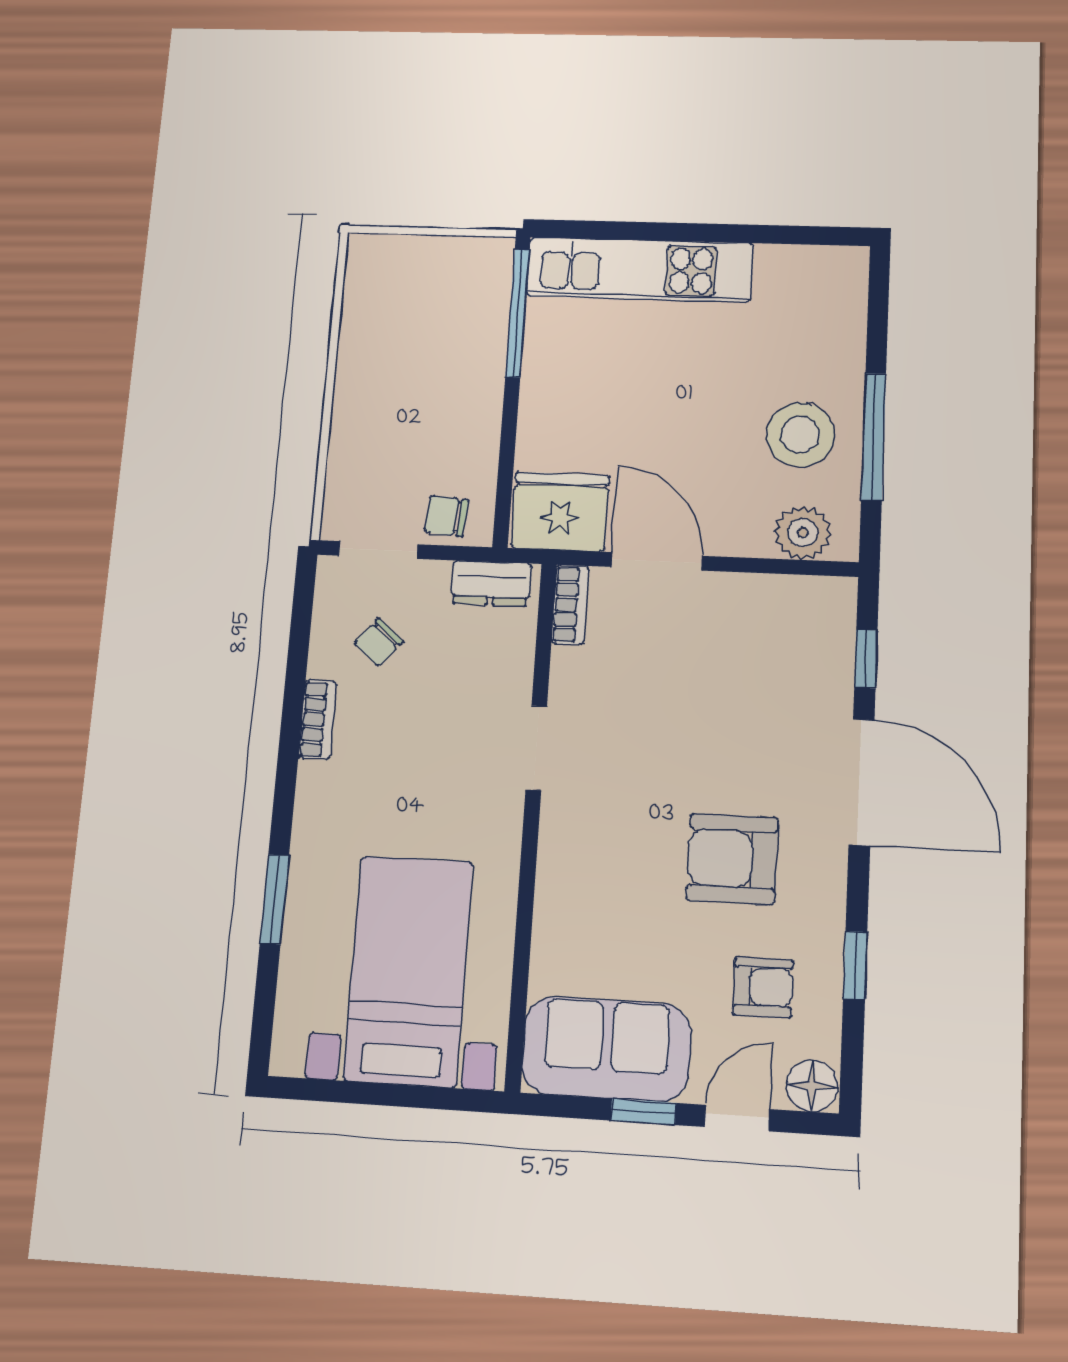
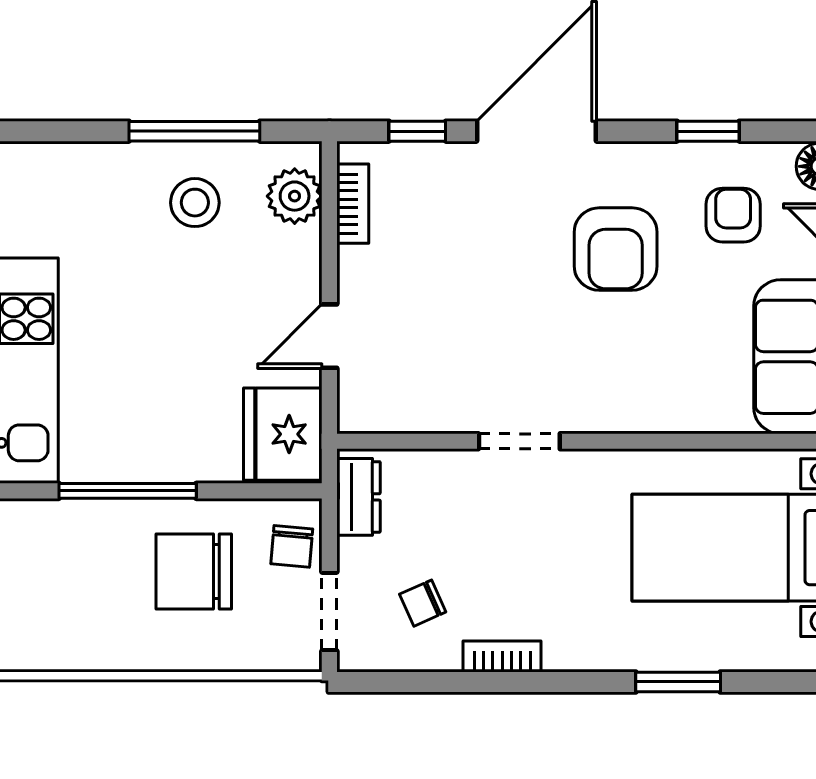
window: (517, 313) -> (128, 491), moved
chair: (429, 421) -> (194, 571), added
stool: (800, 435) -> (195, 203), width x0.73, depth x0.73
door: (657, 561) -> (329, 336), width x0.73
bookcase: (570, 605) -> (353, 204), moved, turned 90
chair: (379, 642) -> (423, 603), turned 115

